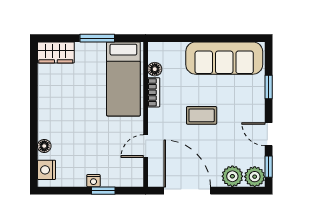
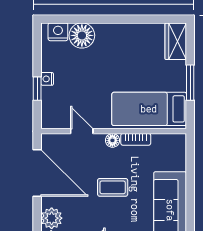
floor lamp: (155, 69) -> (112, 140), moved
coffee table: (202, 115) -> (113, 187), turned 90
floor lamp: (44, 146) -> (82, 35), width x1.89, depth x1.89
door: (187, 191) -> (37, 173), hinge flipped

